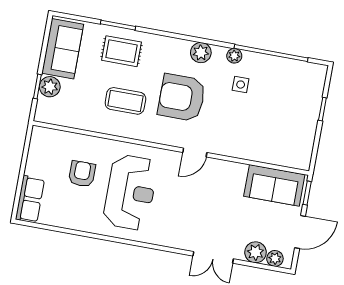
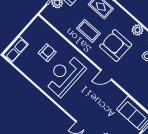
reception desk: (130, 192) -> (65, 75), turned 180

